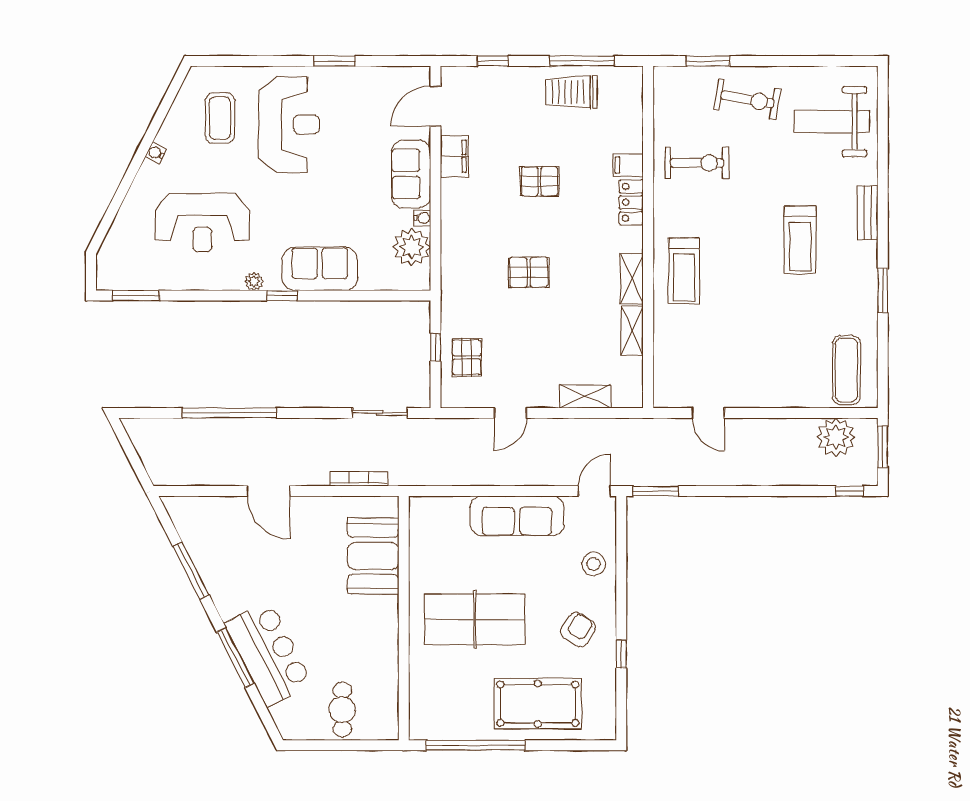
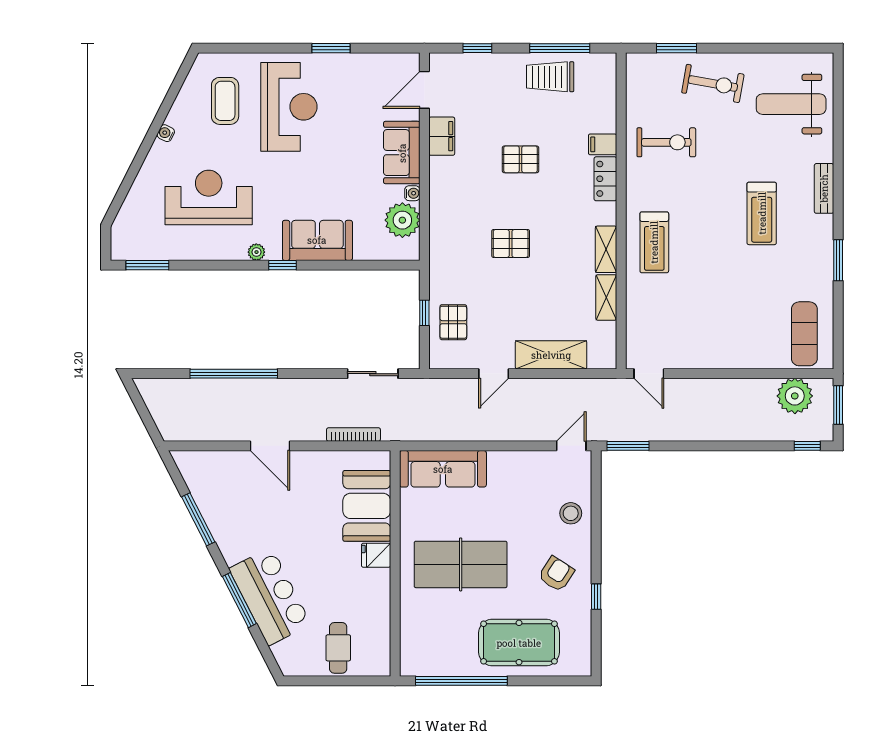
reception desk: (202, 222) -> (209, 197), turned 180
shelving: (585, 396) -> (551, 355), width x1.50, depth x1.33
door: (708, 413) -> (649, 374), moved
sofa: (517, 516) -> (443, 469), moved
fridge: (383, 609) -> (376, 555), added

